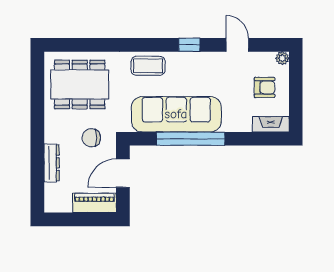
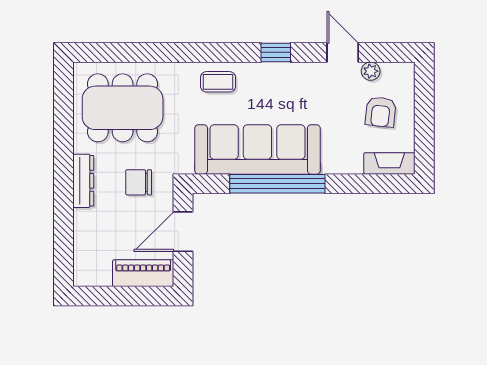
plant: (282, 58) -> (371, 71), moved
coffee table: (148, 66) -> (218, 82), width x0.73, depth x0.77
armchair: (265, 87) -> (381, 112), turned 96
dresser: (52, 163) -> (83, 181), moved

